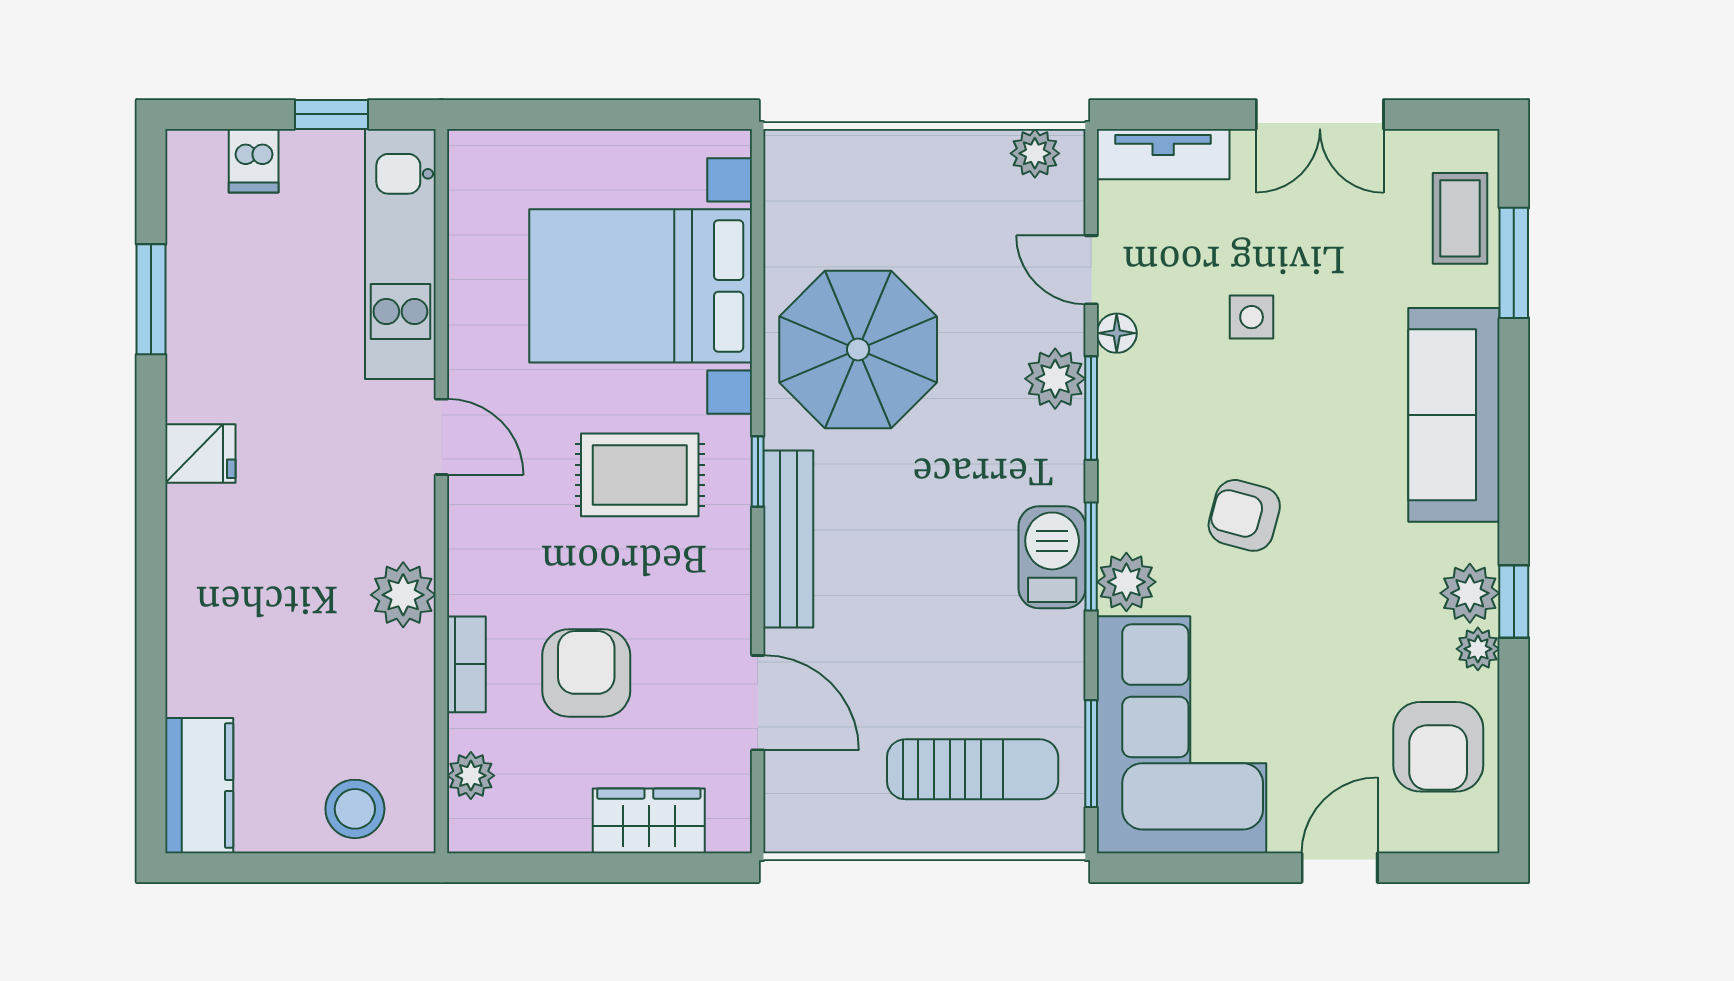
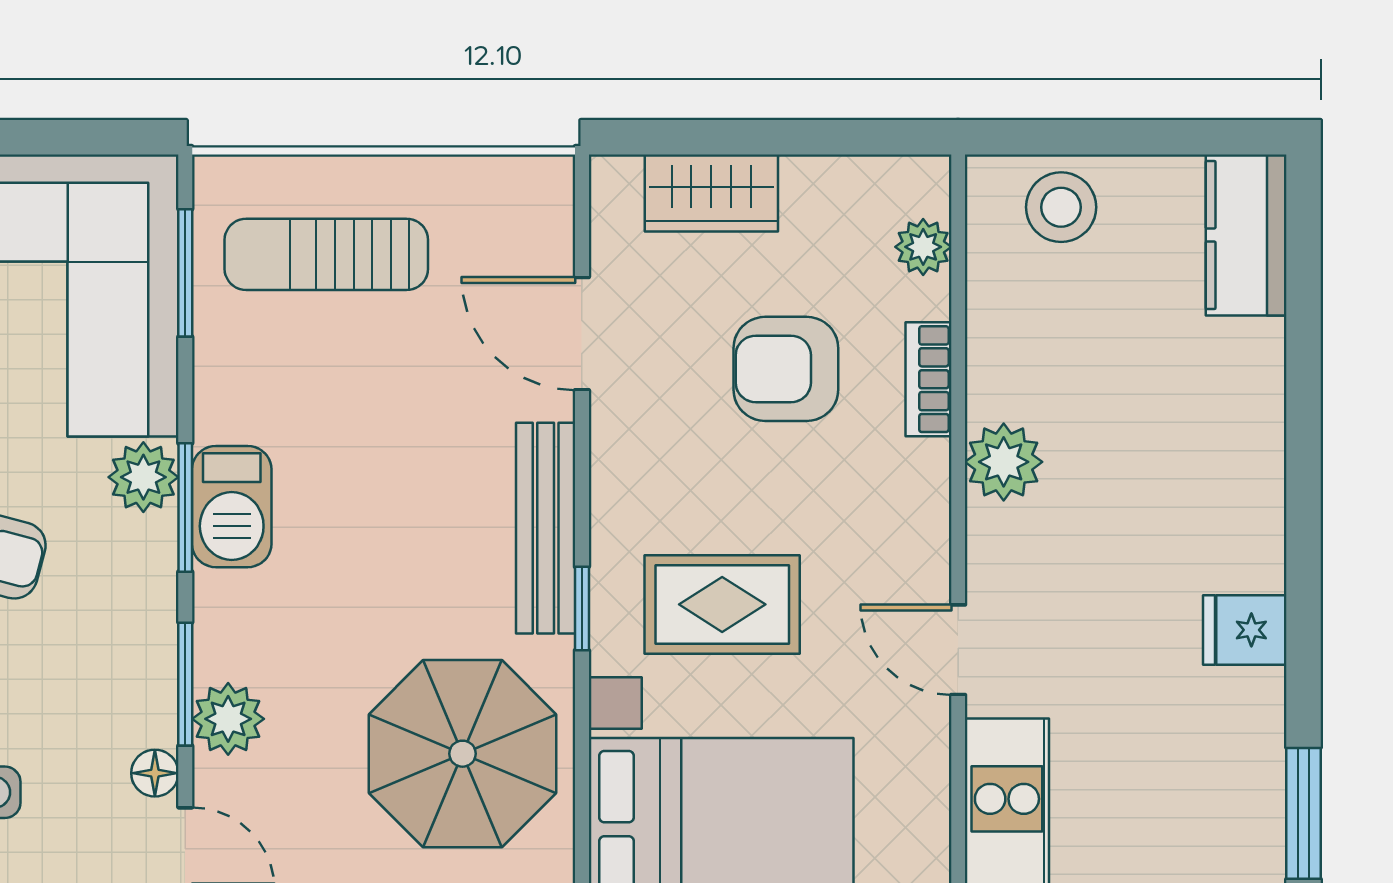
armchair: (586, 673) -> (786, 369), turned 90

